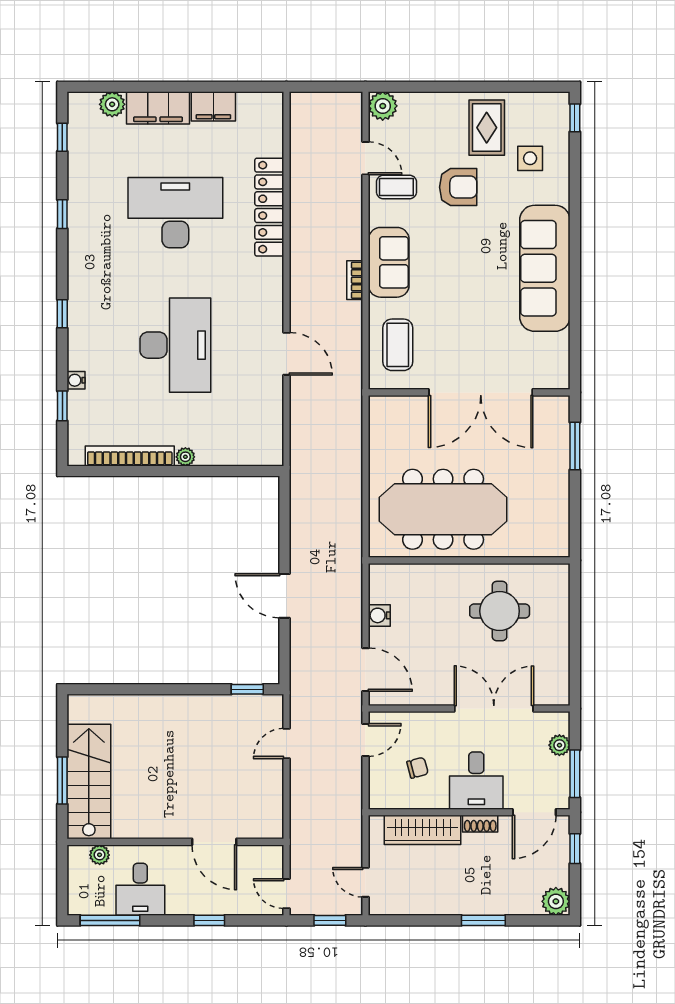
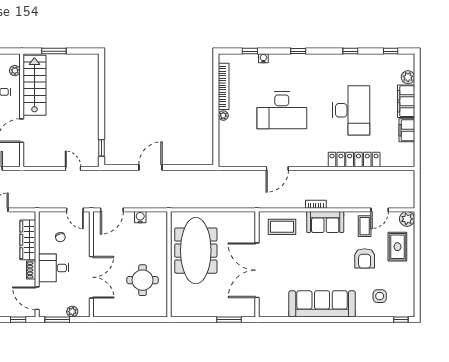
rug: (487, 128) -> (397, 247), moved, turned 90
stairs: (89, 782) -> (34, 85), moved, turned -90

